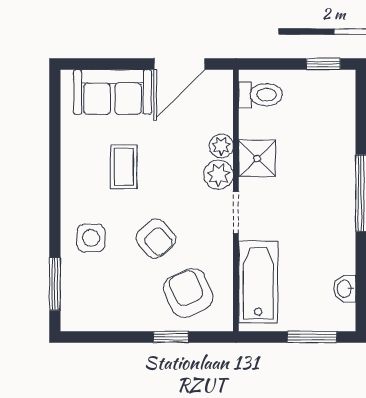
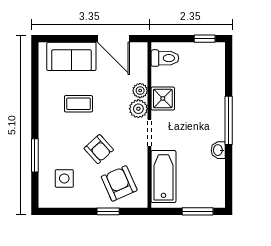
door: (179, 64) -> (114, 39), hinge flipped
coffee table: (124, 167) -> (78, 104), turned 90
side table: (91, 238) -> (64, 178), moved
window: (55, 284) -> (35, 155), moved
washbasin: (345, 289) -> (218, 150), moved

